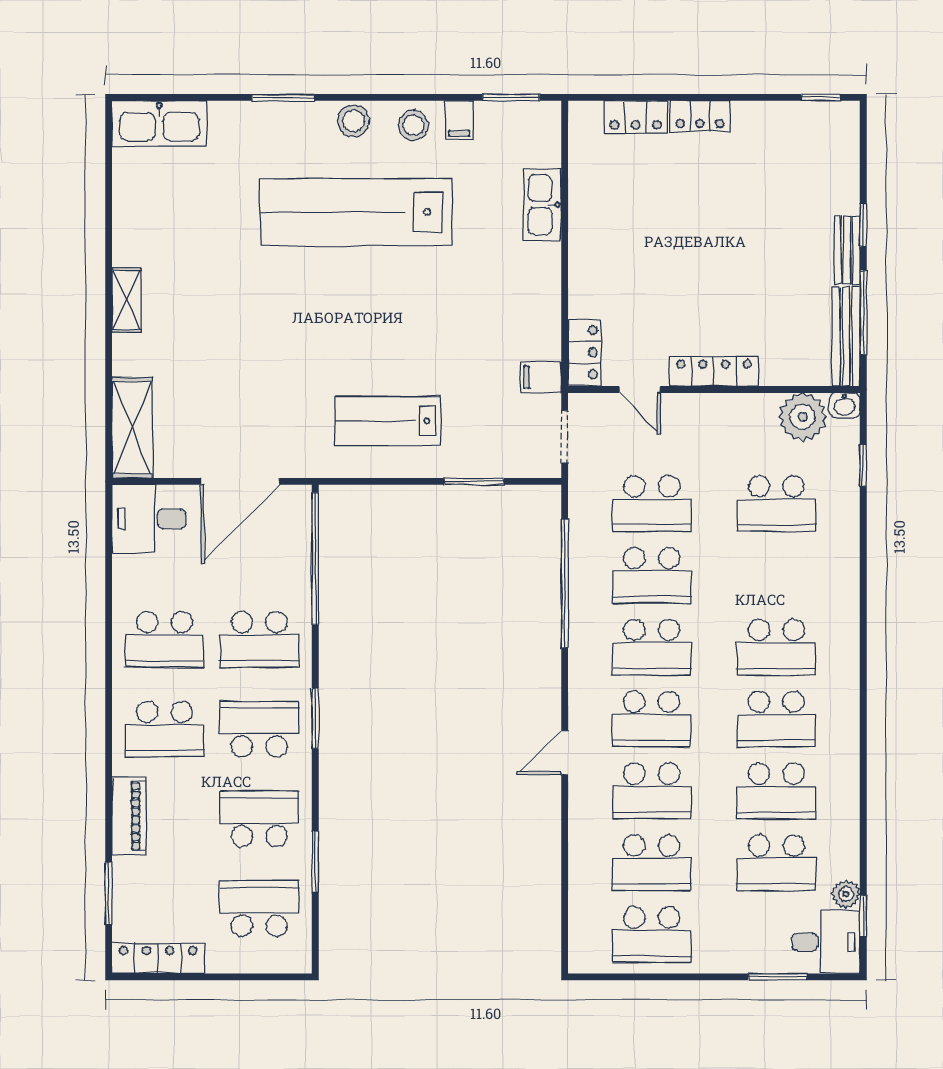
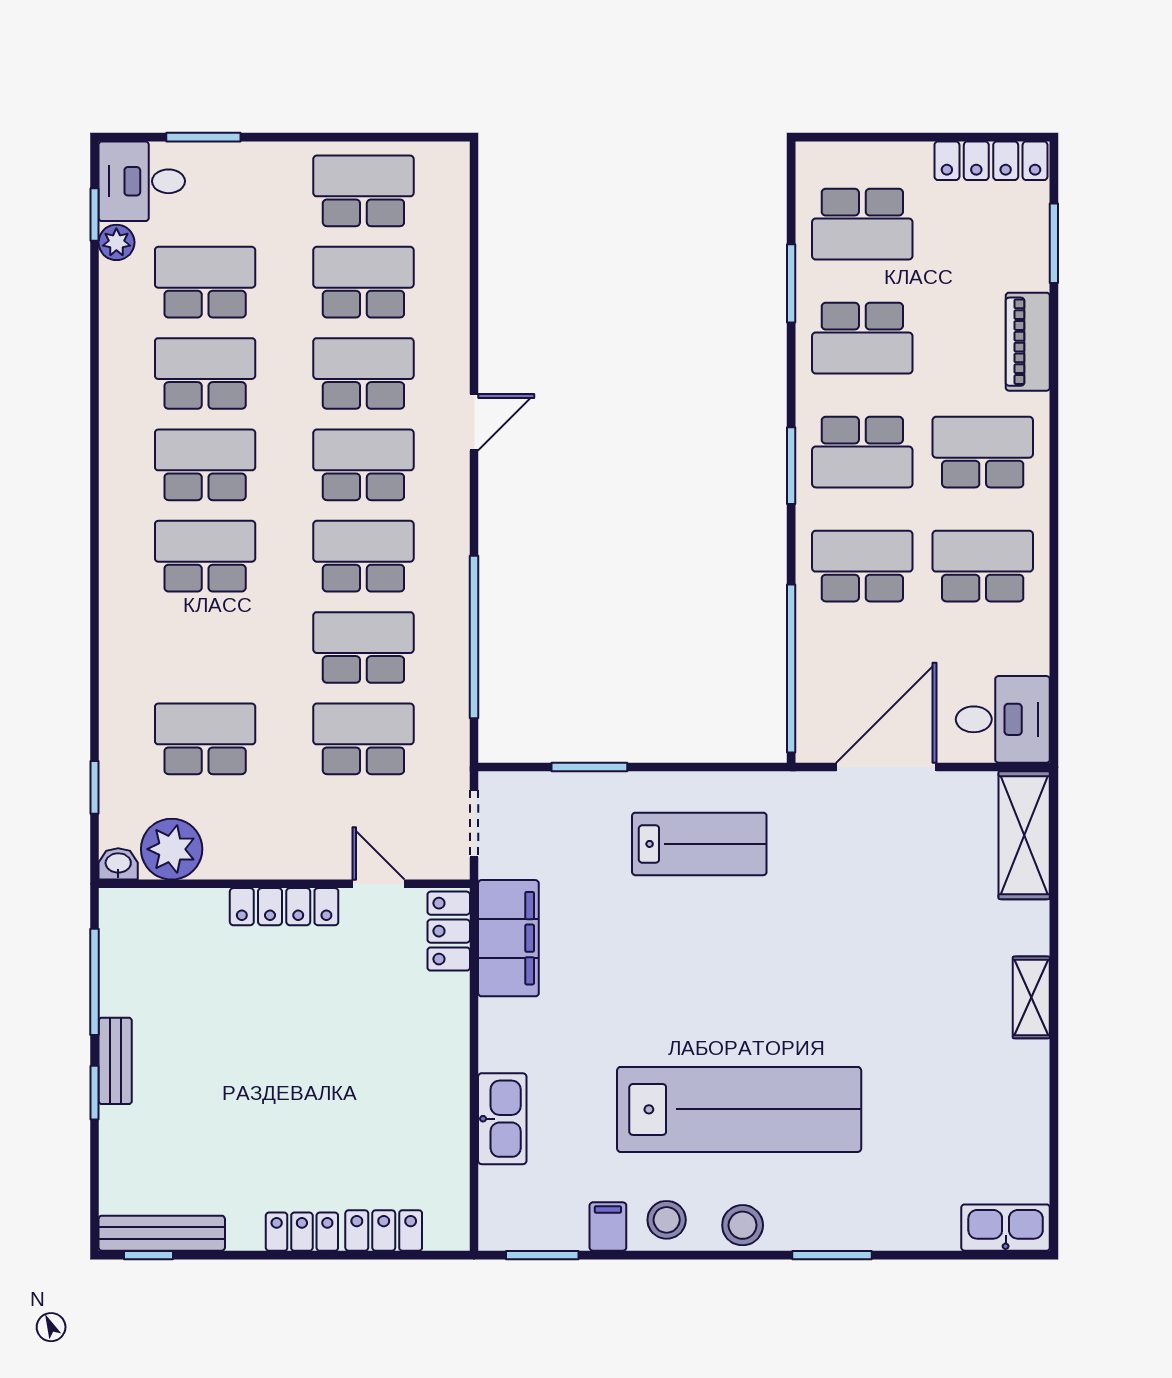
kitchen sink: (159, 123) -> (1006, 1228), width x0.73, depth x0.81
bench: (846, 337) -> (162, 1233), moved, turned 90
filing cabinet: (541, 377) -> (508, 938), width x3.00, depth x1.17

